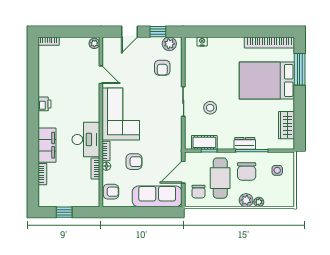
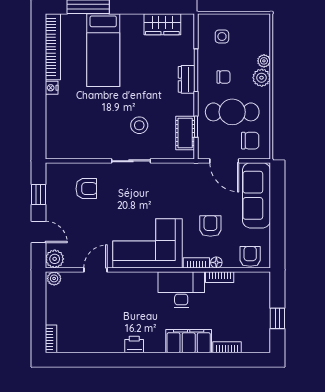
nightstand: (202, 42) -> (52, 88), moved
plant: (169, 44) -> (55, 259), moved
bed: (267, 81) -> (103, 50), width x0.67
chair: (247, 171) -> (224, 77), width x0.54, depth x0.54

